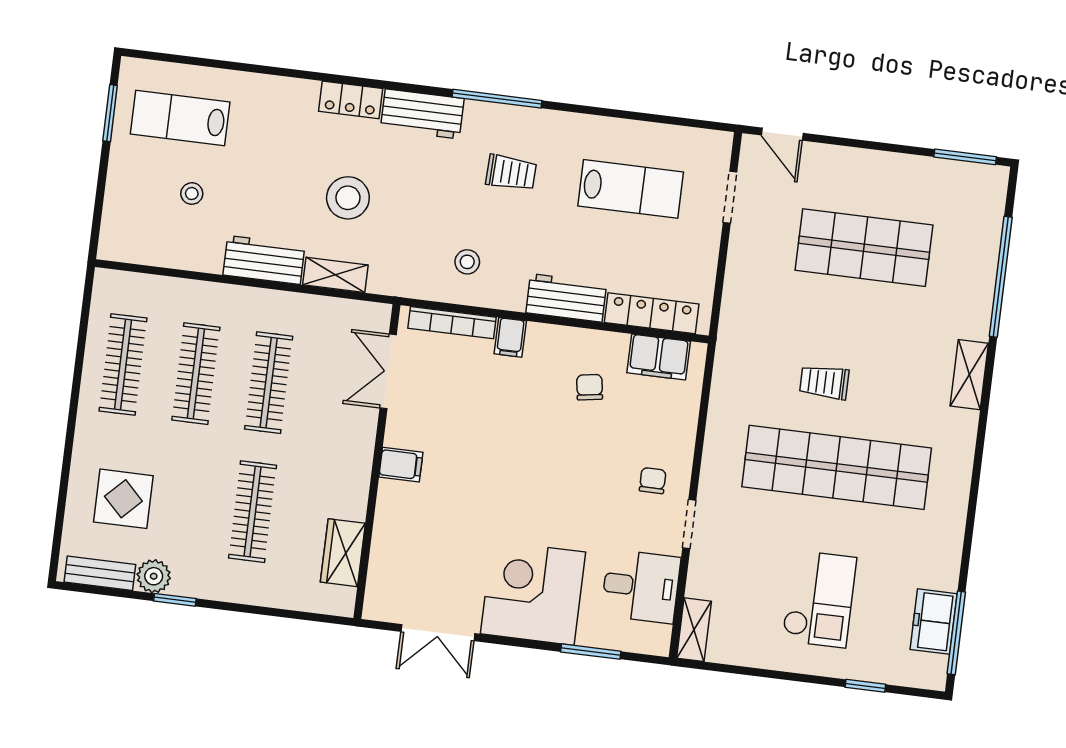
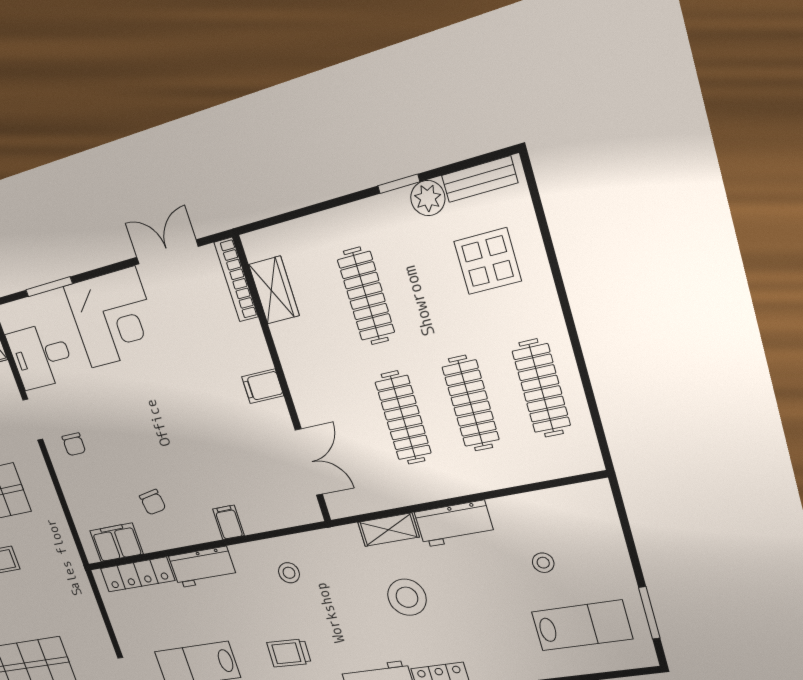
bookcase: (452, 323) -> (236, 280), moved, turned -90

